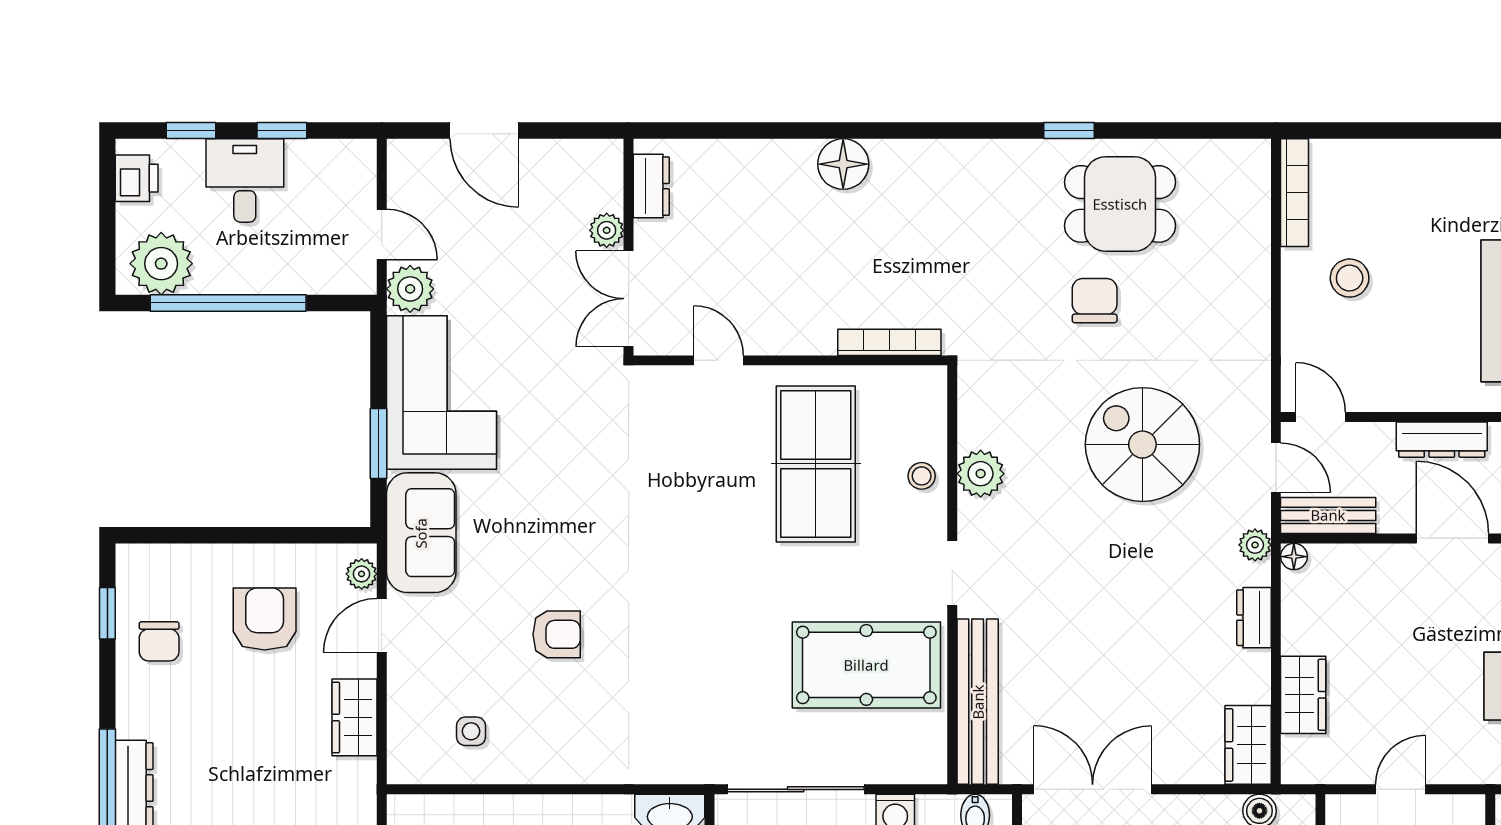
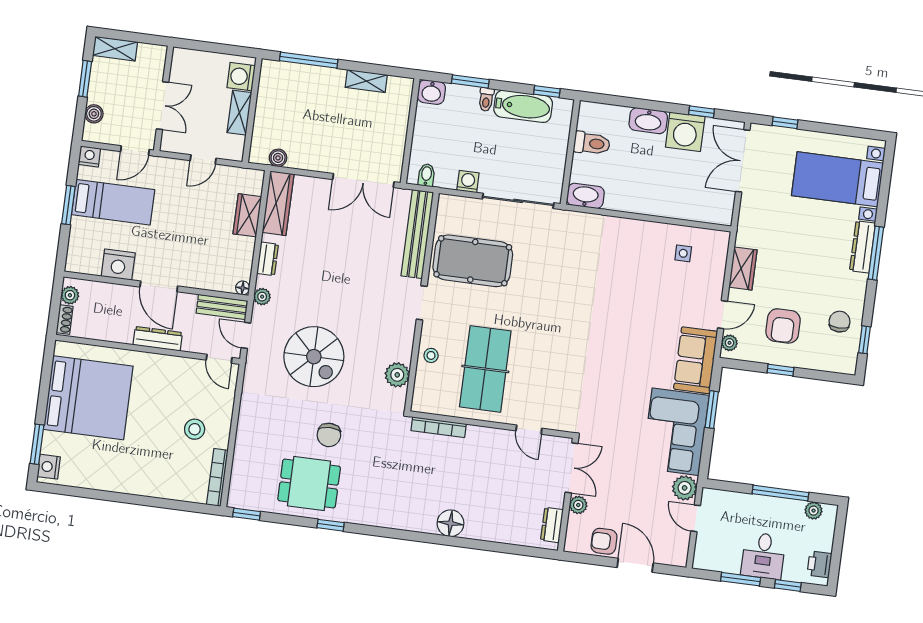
window: (282, 131) -> (741, 579), width x1.50
window: (1230, 131) -> (247, 514), added
plant: (161, 264) -> (814, 511), width x0.53, depth x0.53
window: (228, 303) -> (780, 493), width x0.68
plant: (981, 474) -> (397, 375), moved
window: (258, 535) -> (780, 370), added
armchair: (557, 634) -> (604, 541), moved
wardrobe: (1248, 745) -> (278, 203), width x1.50

